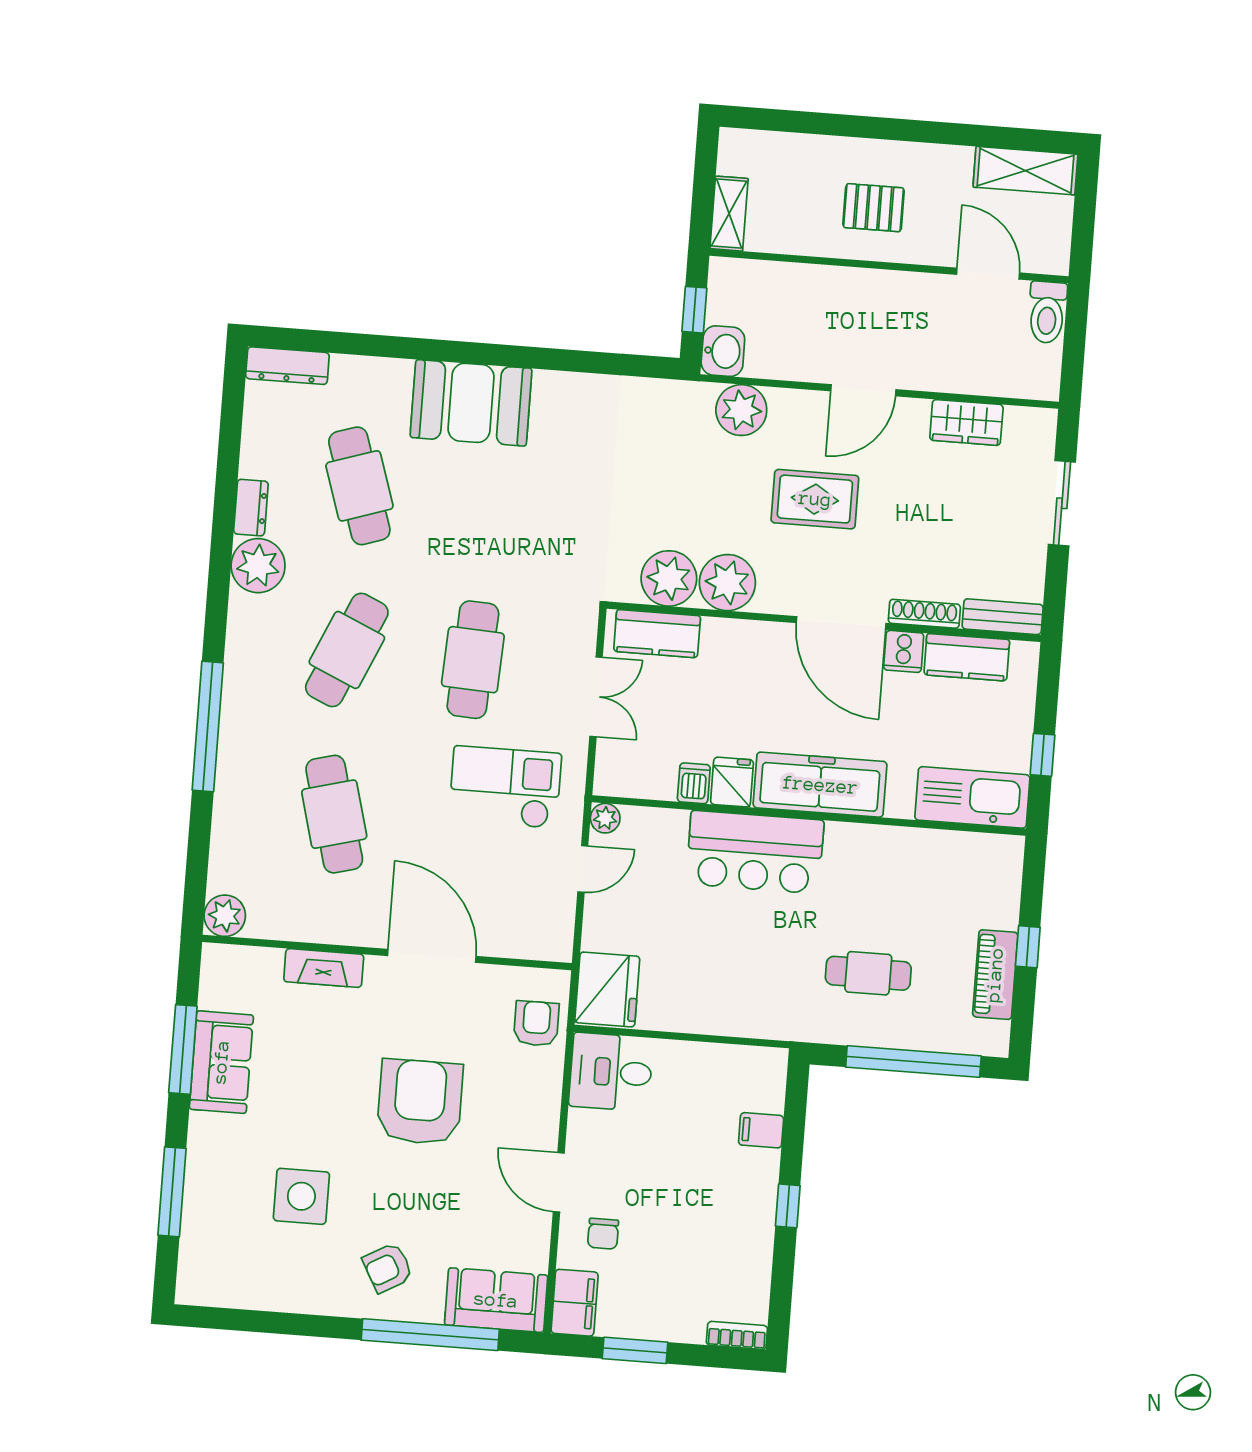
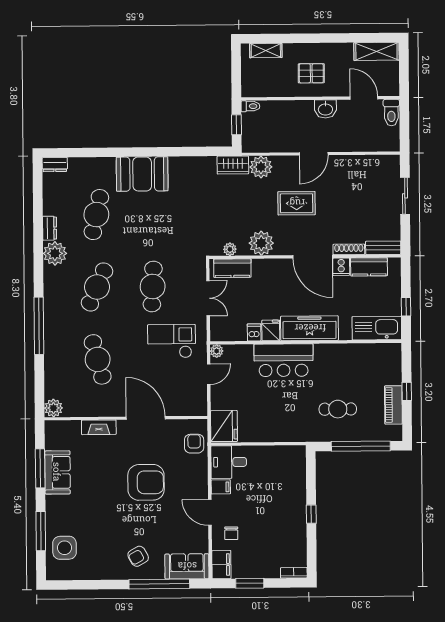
shelving: (729, 214) -> (266, 51), moved, turned 90
toilet: (729, 270) -> (250, 106), added
washbasin: (723, 351) -> (325, 109), moved, turned 90
dresser: (287, 366) -> (55, 165), width x0.70
wardrobe: (966, 422) -> (233, 165), moved
cafe table: (359, 486) -> (96, 215), turned 30
plant: (669, 578) -> (230, 249), width x0.53, depth x0.53
armchair: (420, 1102) -> (146, 482), turned 90
filing cabinet: (761, 1130) -> (221, 487), moved, turned 180
side table: (301, 1196) -> (64, 548), moved

